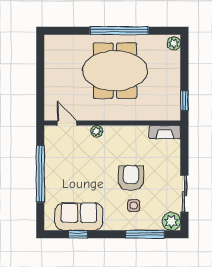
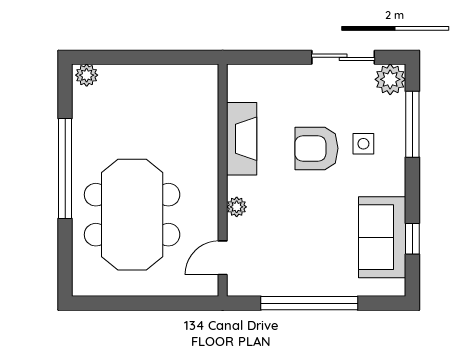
meeting table: (115, 71) -> (132, 215), moved
window: (184, 100) -> (184, 57), removed
fireplace: (165, 132) -> (242, 139), moved, width x1.37, depth x1.32

